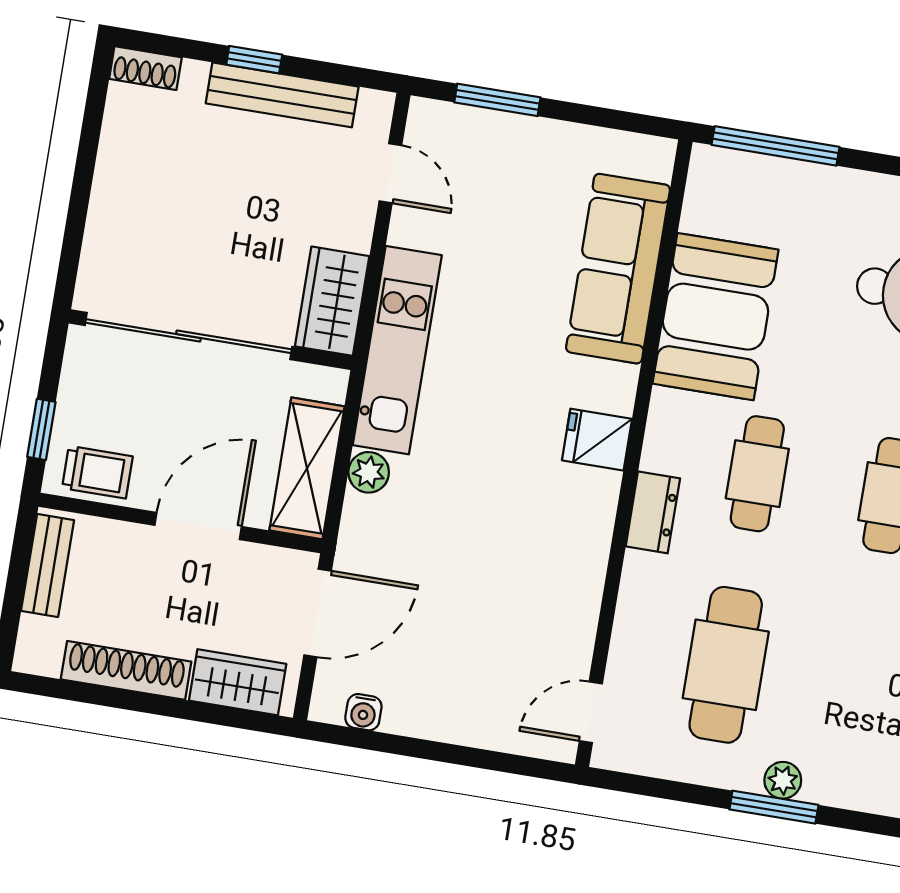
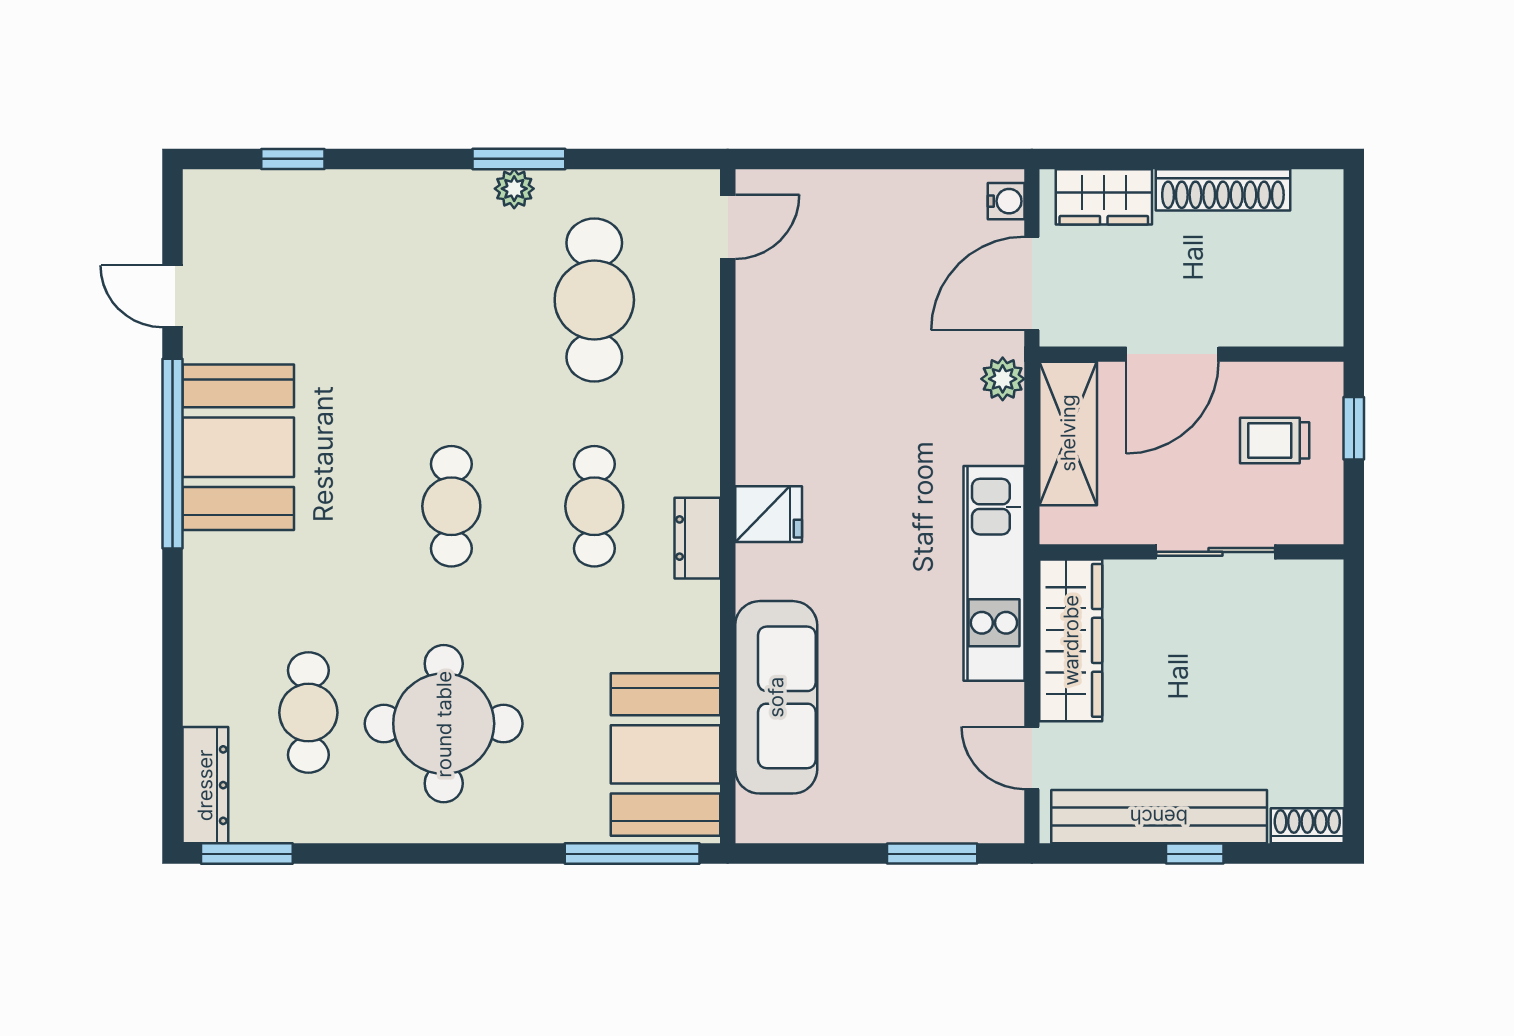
bench: (282, 95) -> (1159, 817), width x1.37, depth x1.21
wardrobe: (332, 301) -> (1071, 640), width x1.50
booth: (716, 317) -> (665, 754), moved
sliding door: (188, 336) -> (1216, 552), width x0.54
trolley: (97, 472) -> (1275, 440), moved
plant: (369, 472) -> (1003, 379), moved
dresser: (653, 512) -> (697, 538), moved
bench: (48, 566) -> (1324, 286), removed
water cooler: (363, 712) -> (1006, 201), moved, turned 90

